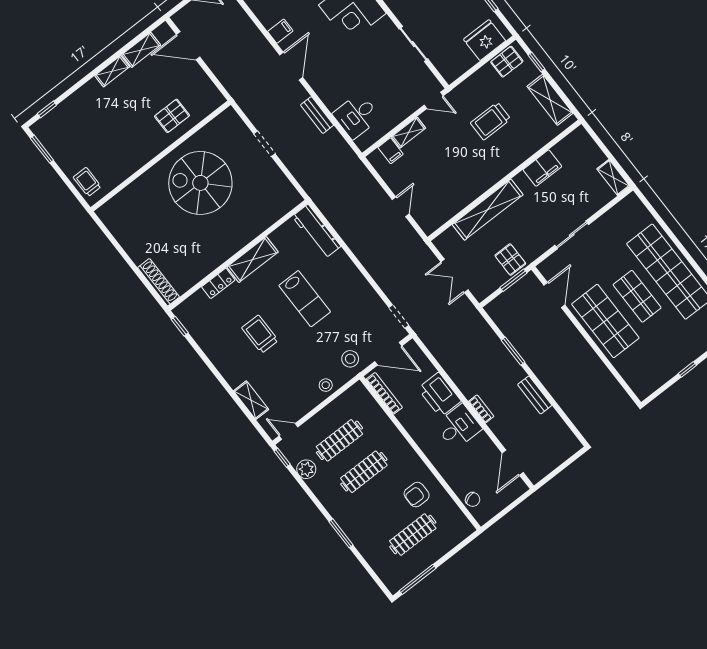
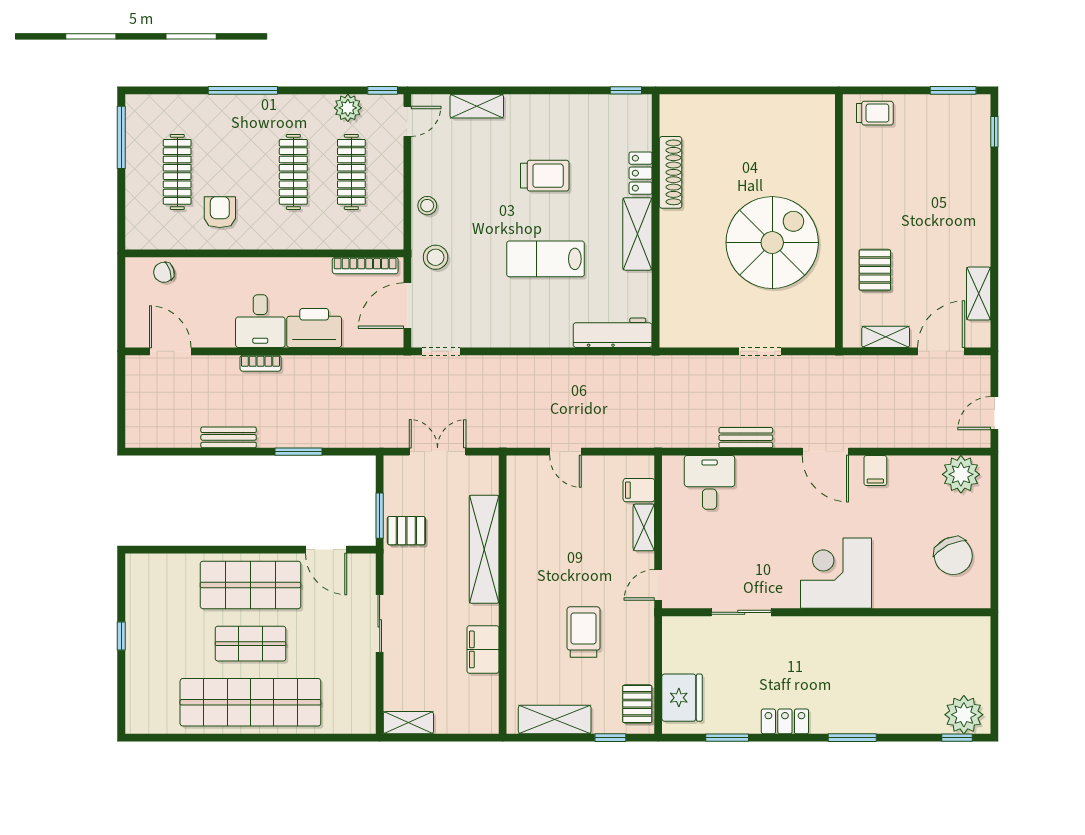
shelving: (112, 71) -> (886, 337), moved, turned 90
shoe rack: (158, 282) -> (671, 172), moved, turned -90
window: (341, 533) -> (243, 90), width x1.44

